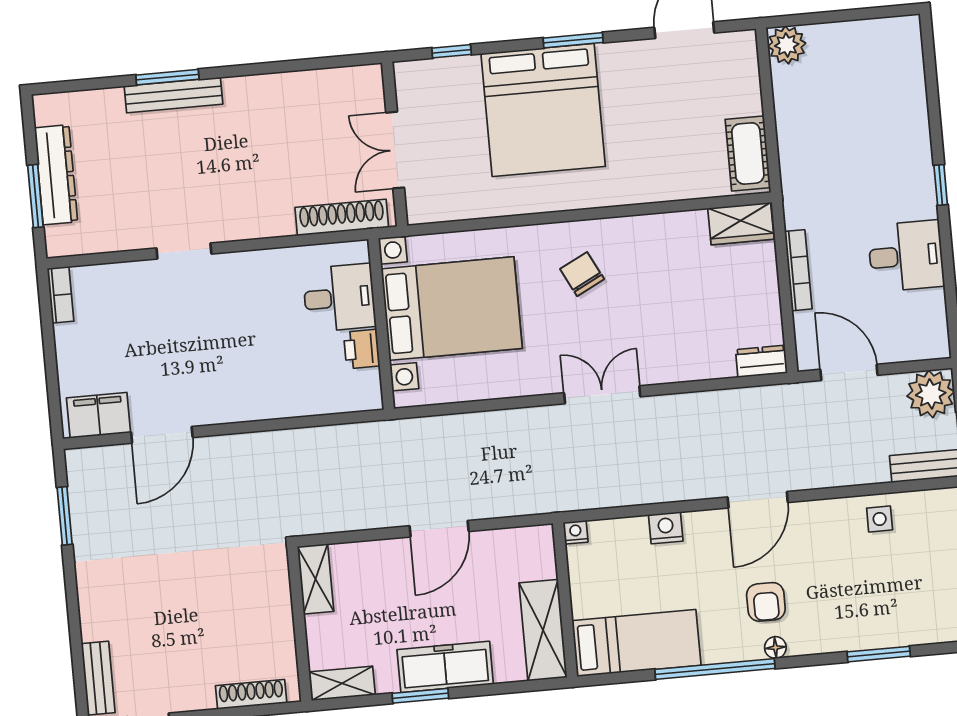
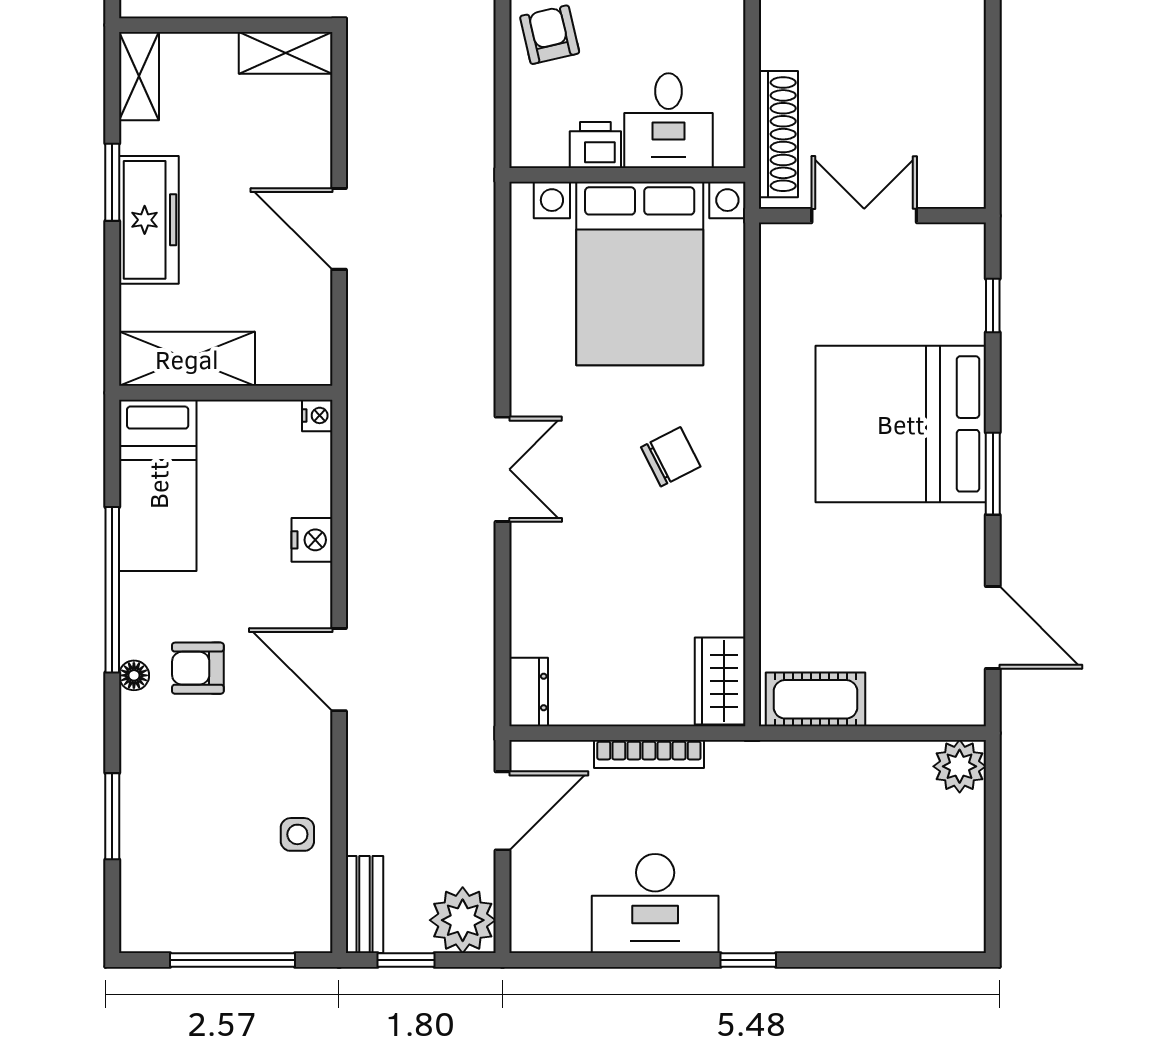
desk: (906, 256) -> (655, 904), width x1.37
armchair: (285, 389) -> (550, 35), added

